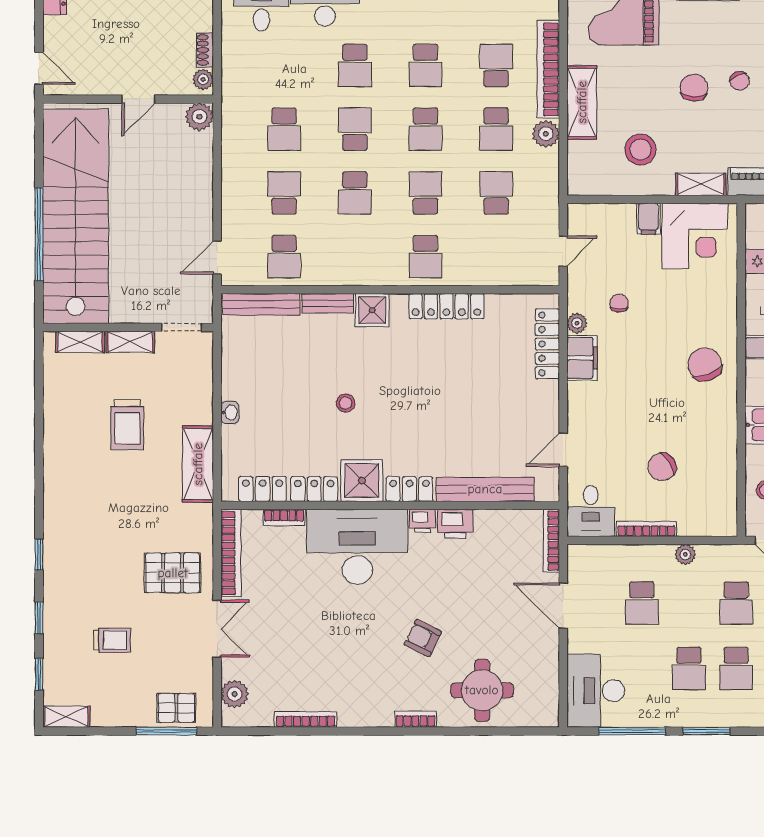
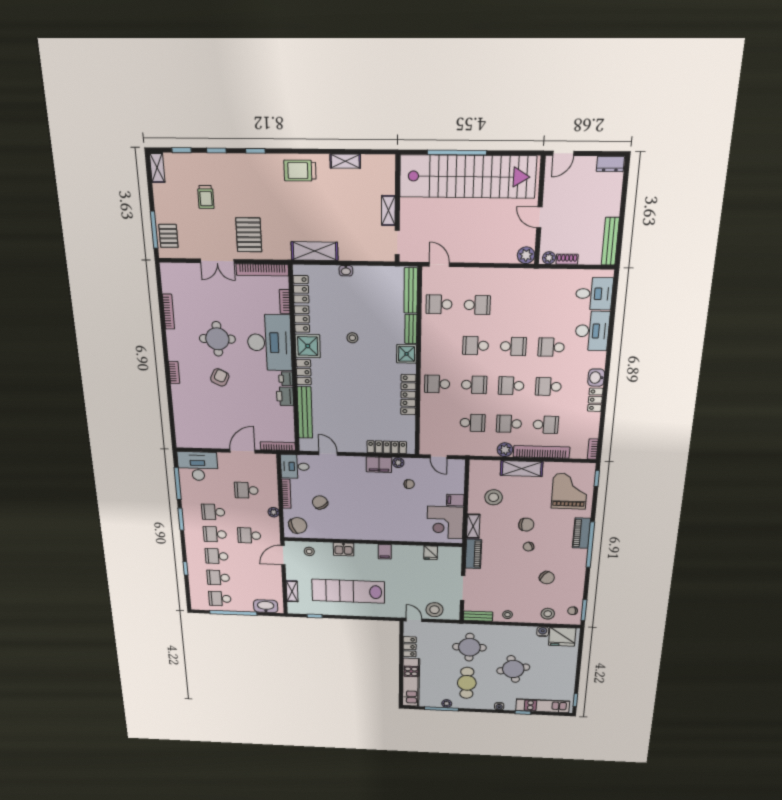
school desk: (284, 129) -> (516, 306), removed
shelving: (80, 342) -> (345, 161), moved, turned 90
chair: (705, 364) -> (298, 525), moved
trolley: (127, 425) -> (300, 171), moved
round table: (482, 690) -> (217, 339), moved
plant: (235, 694) -> (180, 271), removed

